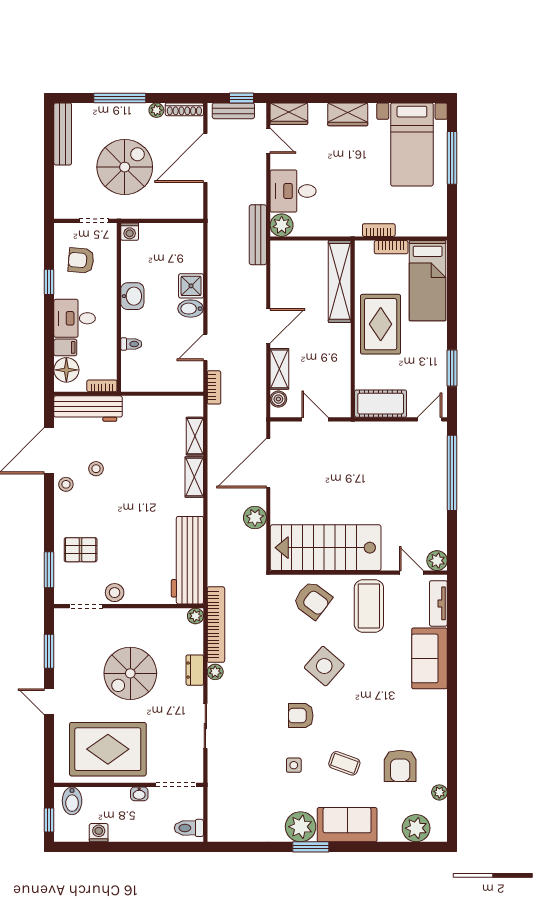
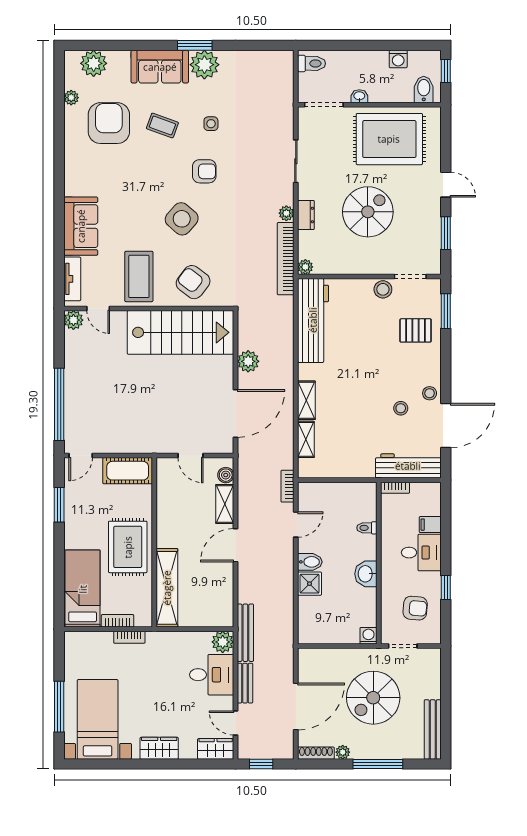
bench: (233, 111) -> (245, 683), moved, turned 90
floor lamp: (66, 370) -> (429, 503), removed
armchair: (400, 766) -> (109, 123), width x1.36, depth x1.36

